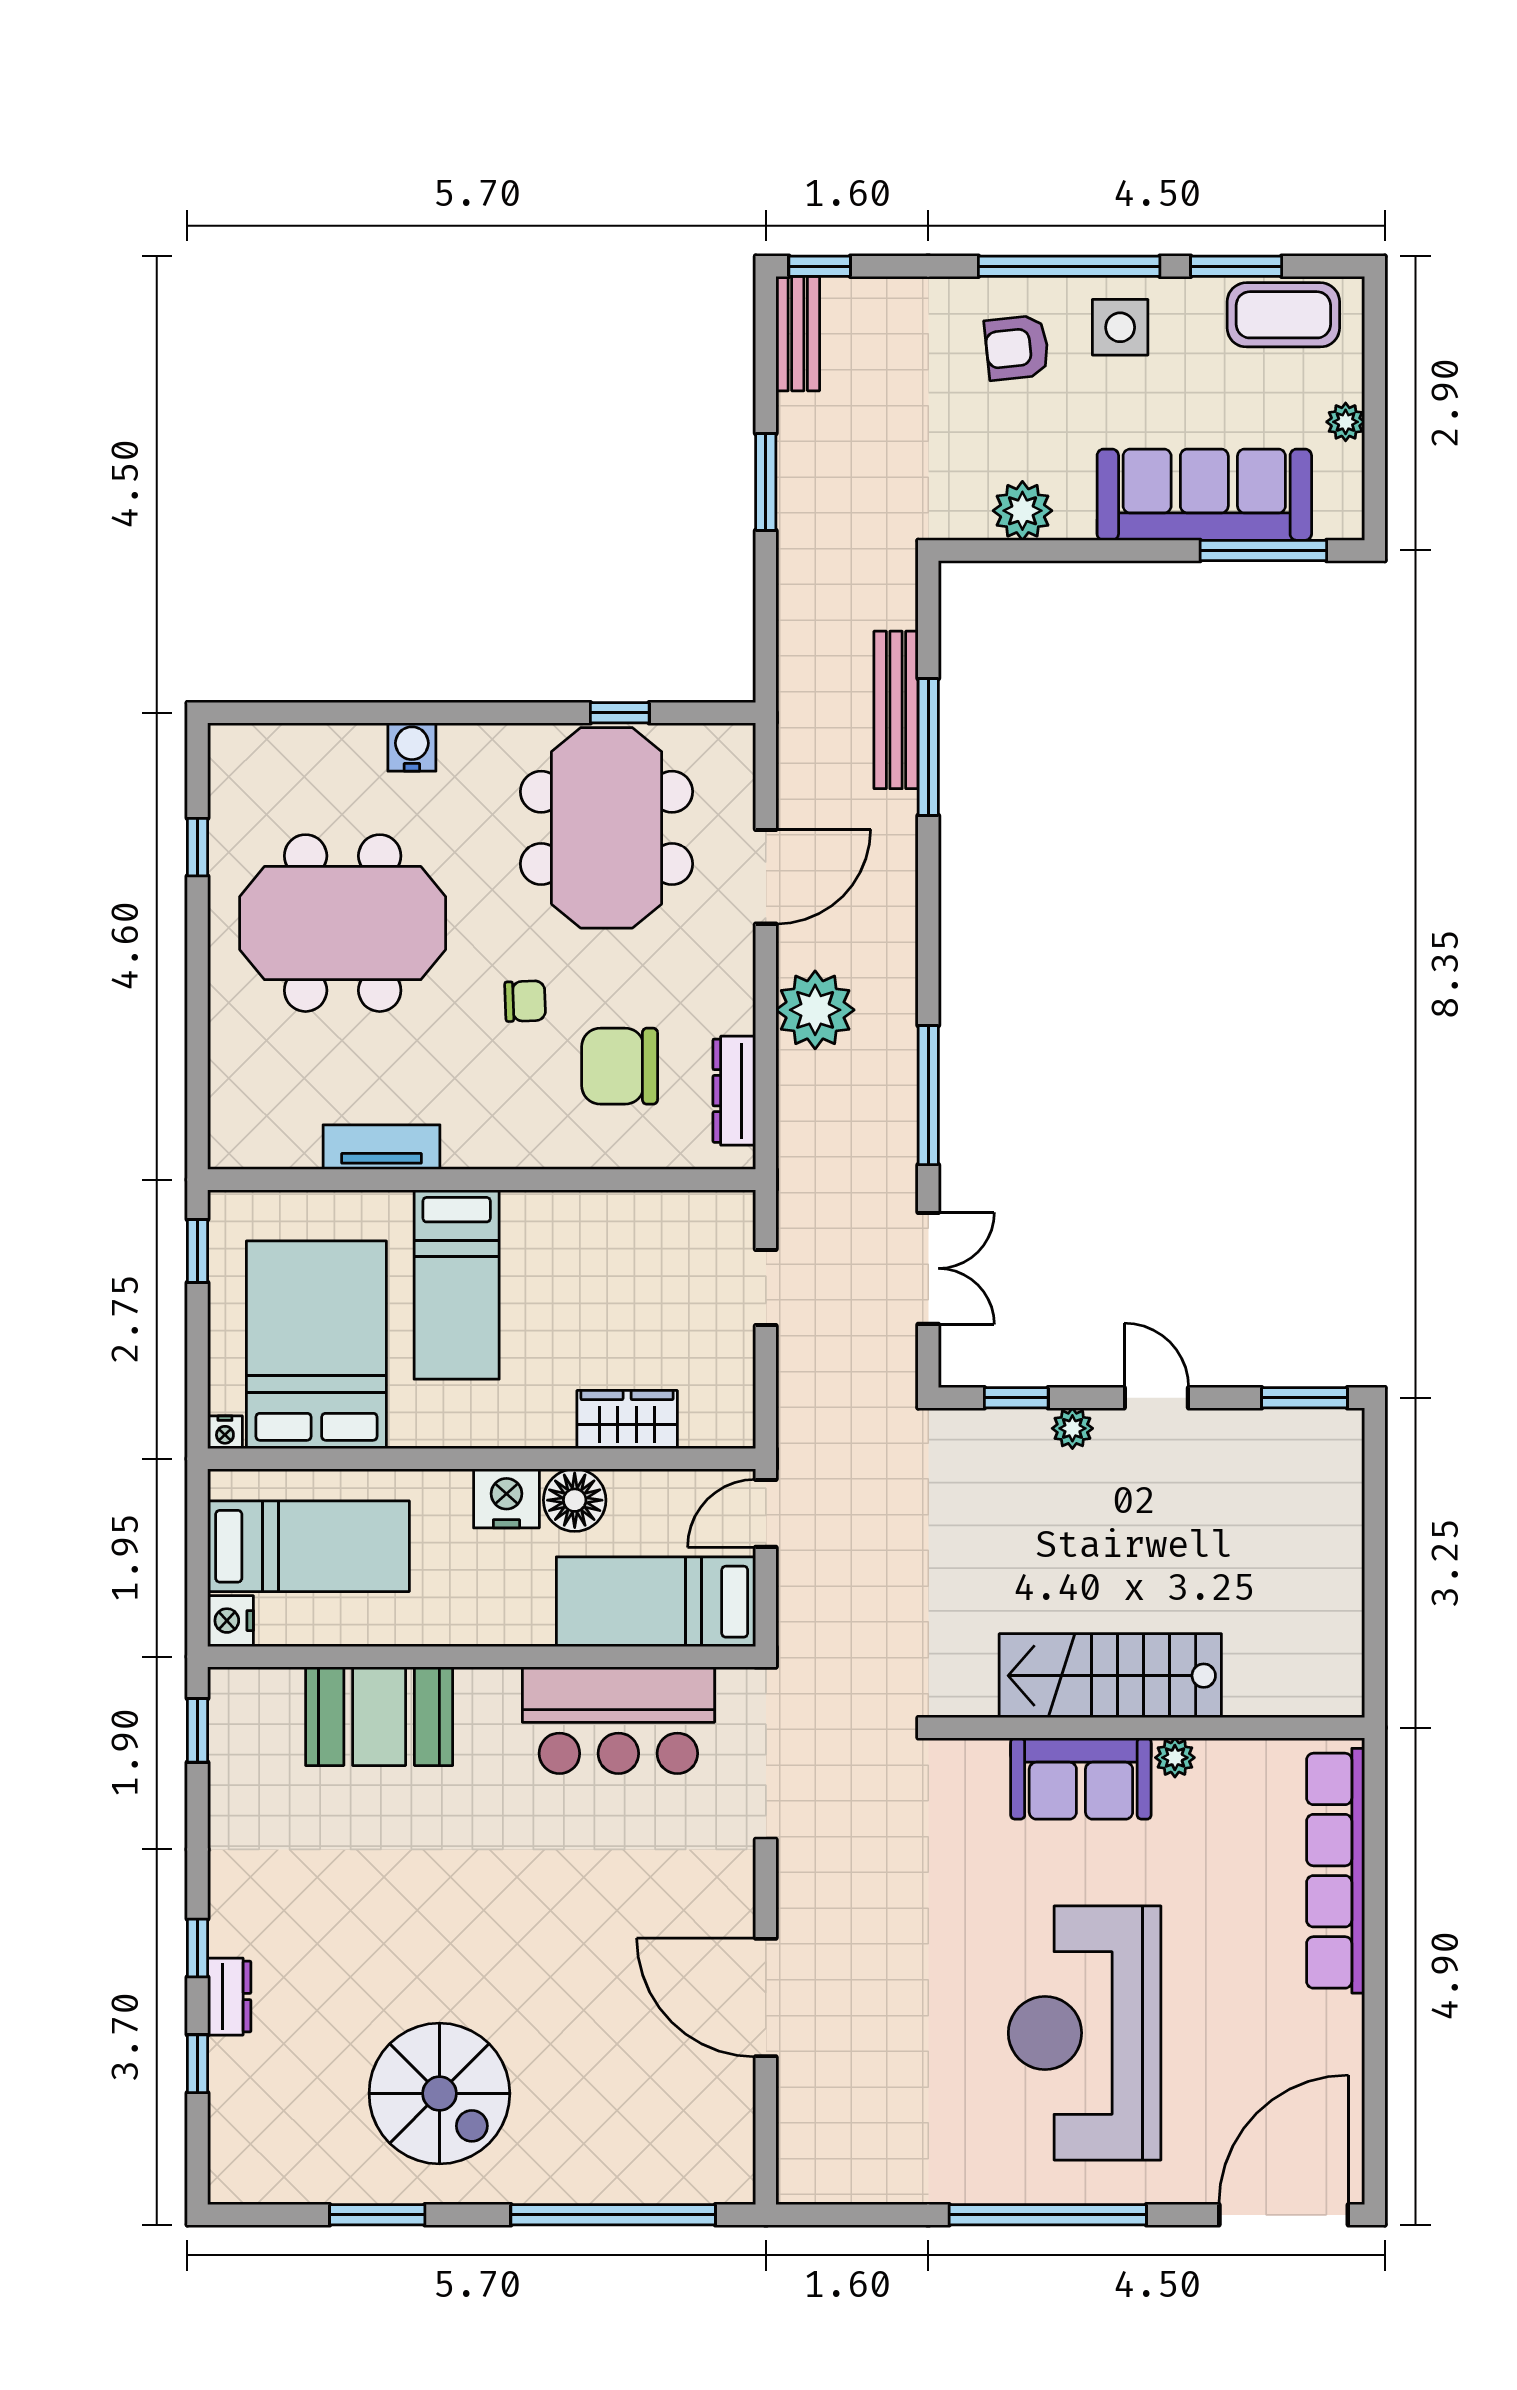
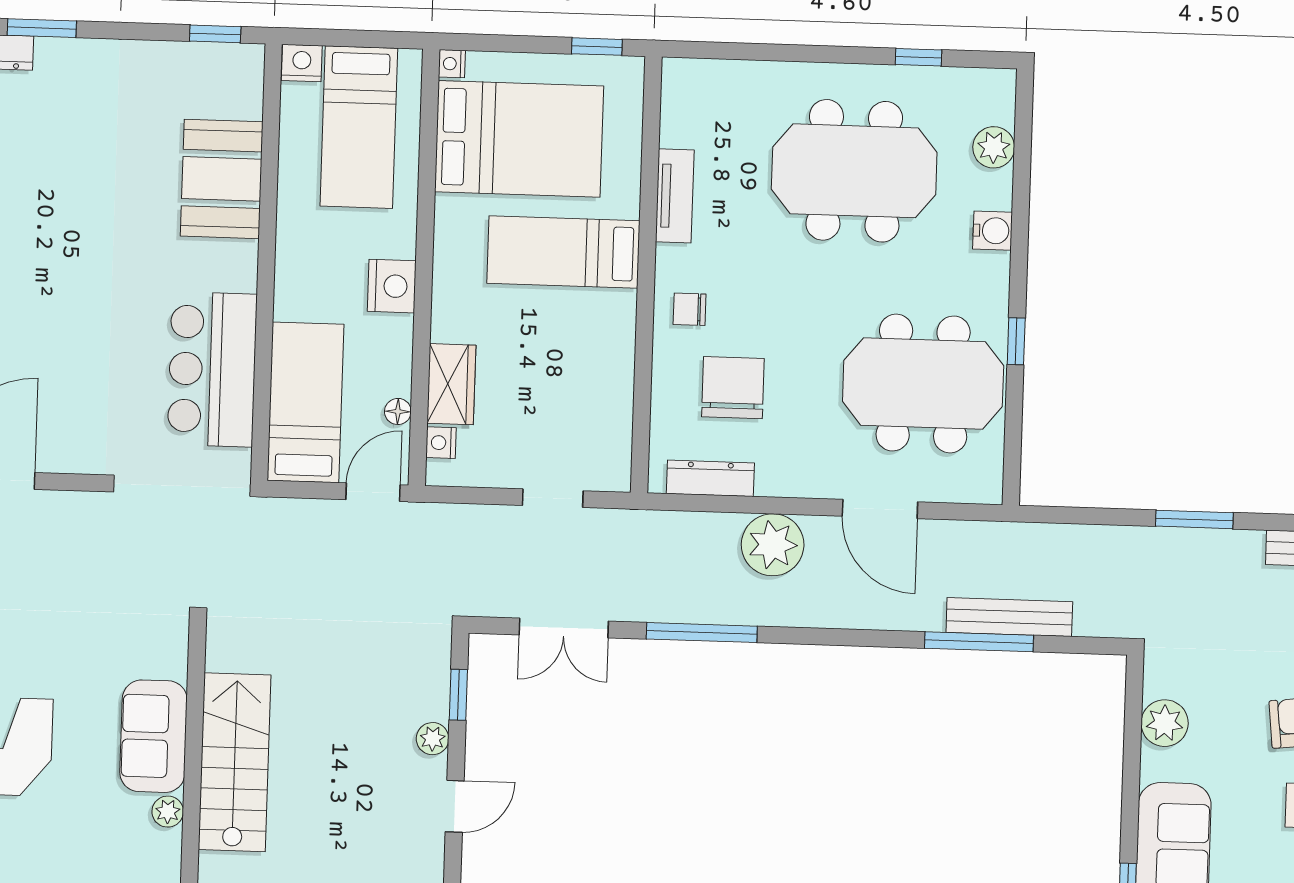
window: (620, 713) -> (1016, 341), moved
plant: (307, 749) -> (994, 147), added
meeting table: (343, 923) -> (854, 171), turned 90
chair: (525, 1001) -> (690, 309), moved, turned 92
nightstand: (701, 1430) -> (441, 443), added
floor lamp: (575, 1500) -> (398, 411), moved, width x0.53, depth x0.53
door: (766, 1513) -> (373, 492), hinge flipped
window: (197, 1948) -> (42, 28), width x1.50

